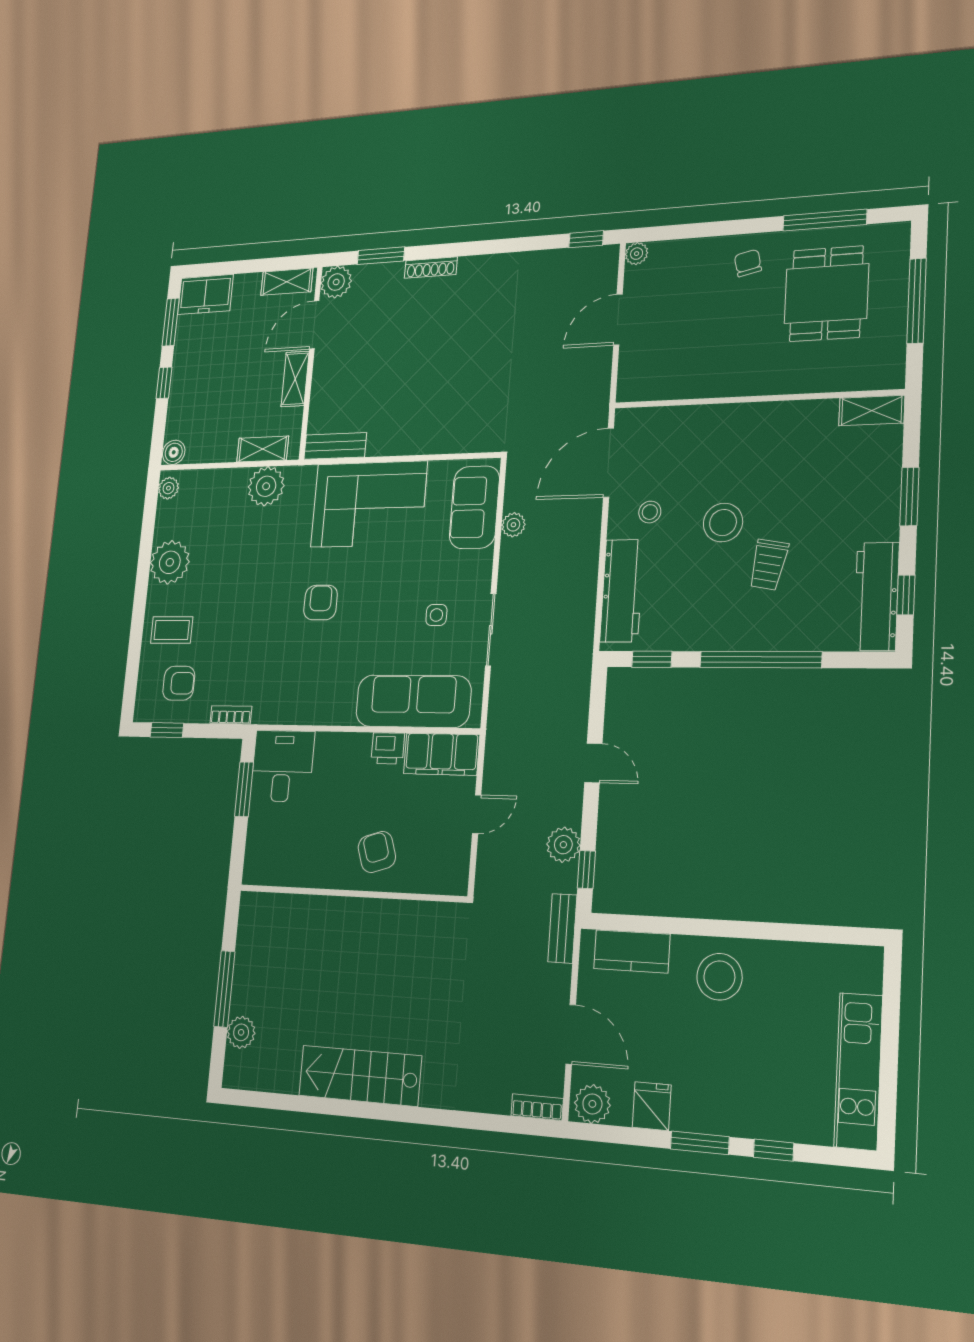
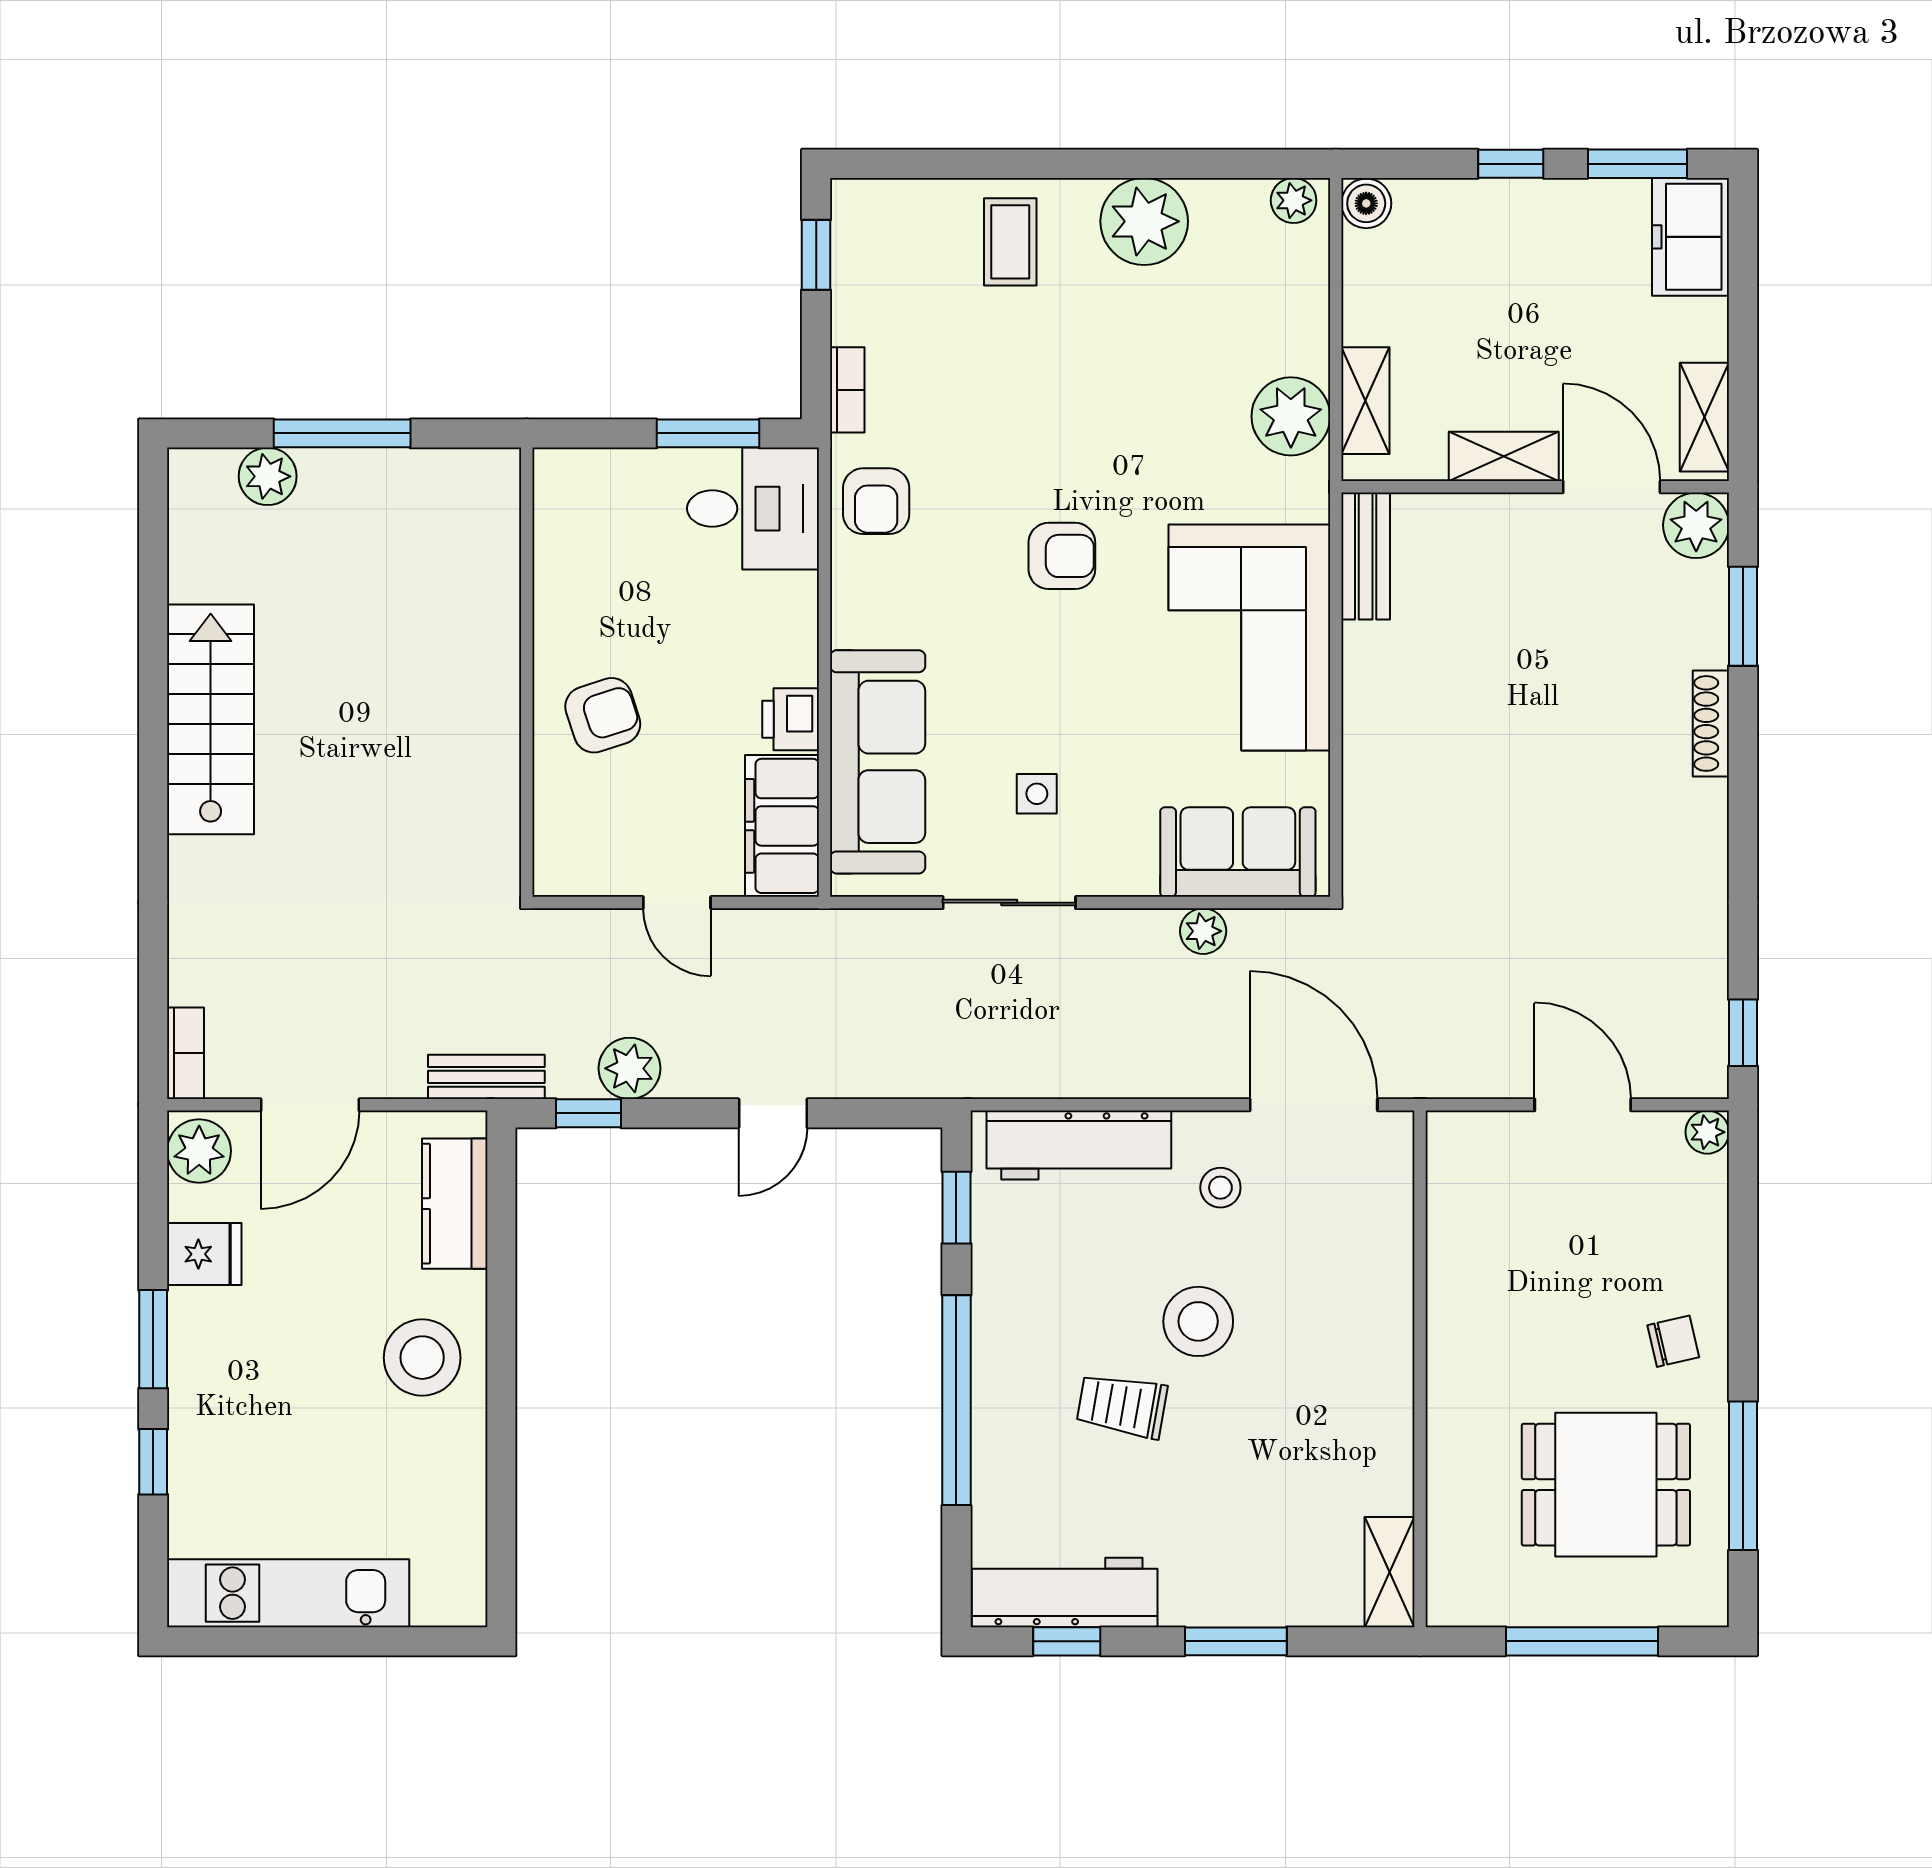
armchair: (179, 683) -> (876, 501), moved

